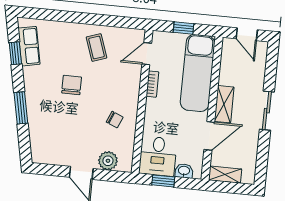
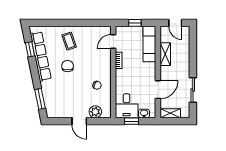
row of seats: (29, 46) -> (41, 56), width x2.02
coffee table: (96, 48) -> (69, 41), moved
exam couch: (198, 73) -> (149, 44), width x0.73, depth x0.69
shelving: (224, 104) -> (165, 54), moved
window: (21, 108) -> (40, 99), moved
sliding door: (267, 111) -> (193, 90), moved

